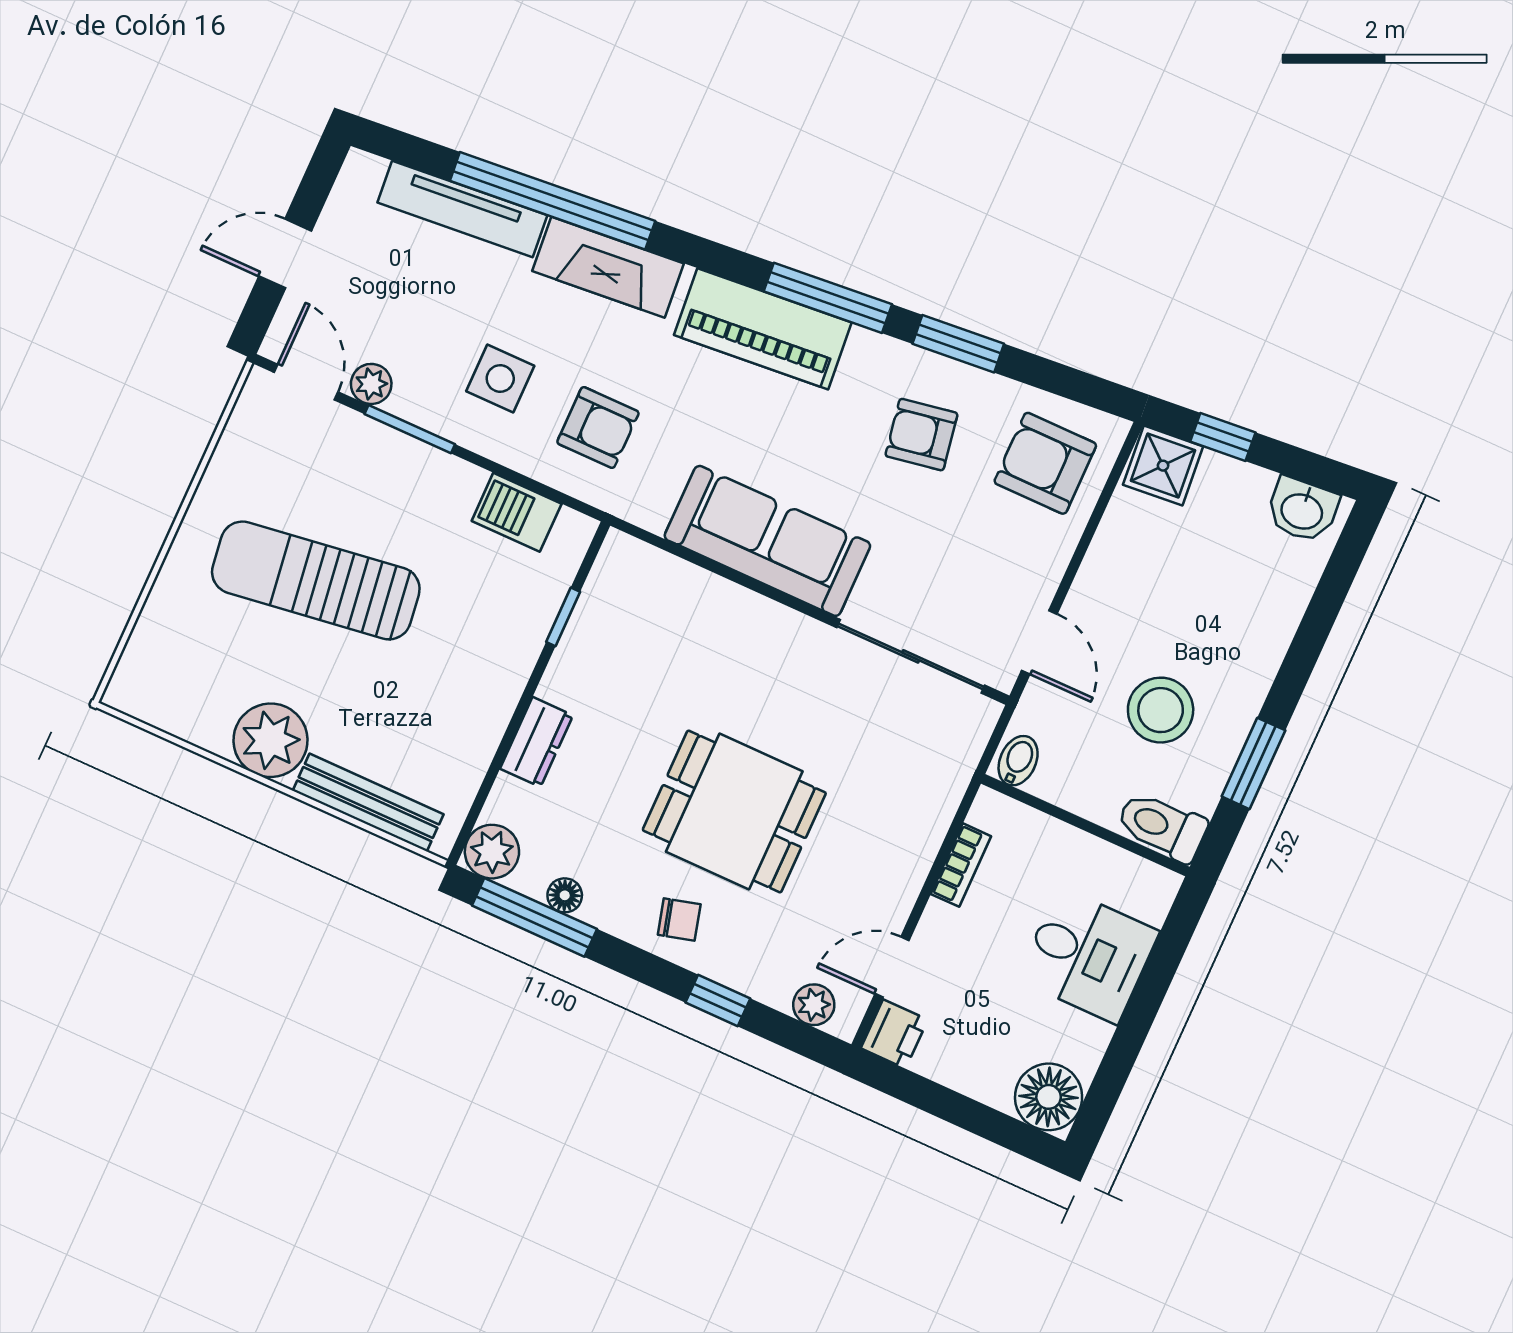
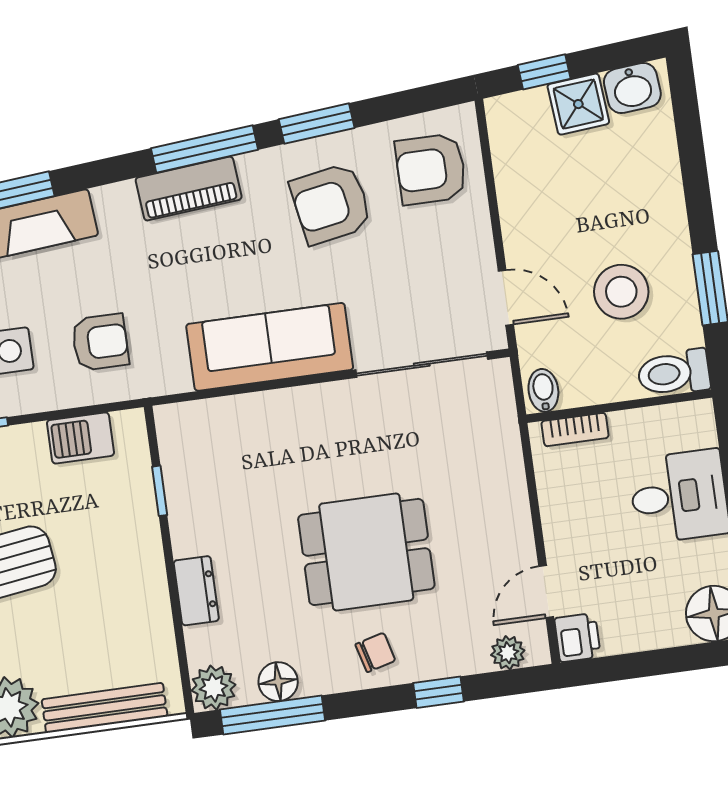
piano: (763, 329) -> (189, 189), width x0.73, depth x0.75
armchair: (921, 435) -> (331, 204), width x1.38, depth x1.38
shower: (1163, 466) -> (578, 104), moved
bookcase: (961, 865) -> (575, 430), moved, turned 90
floor lamp: (565, 895) -> (278, 682), width x1.37, depth x1.37

